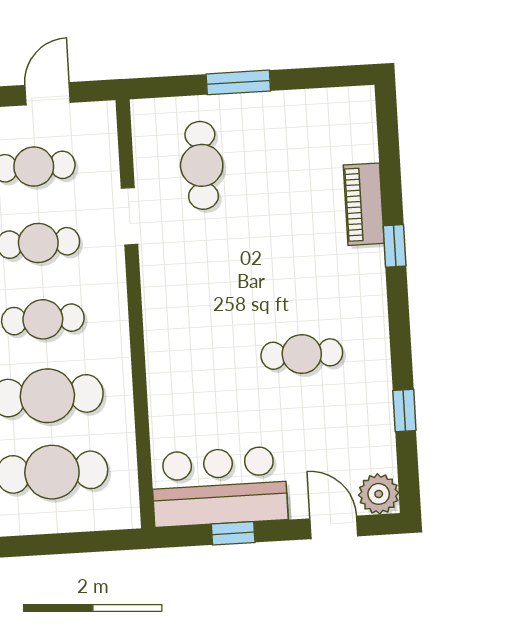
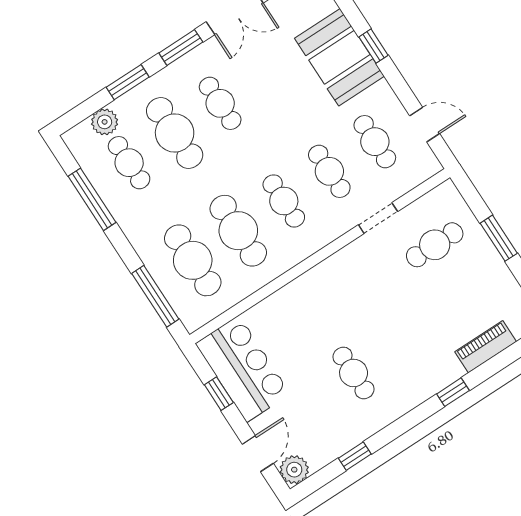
piano: (364, 204) -> (486, 347), moved
window: (70, 543) -> (155, 296), added

